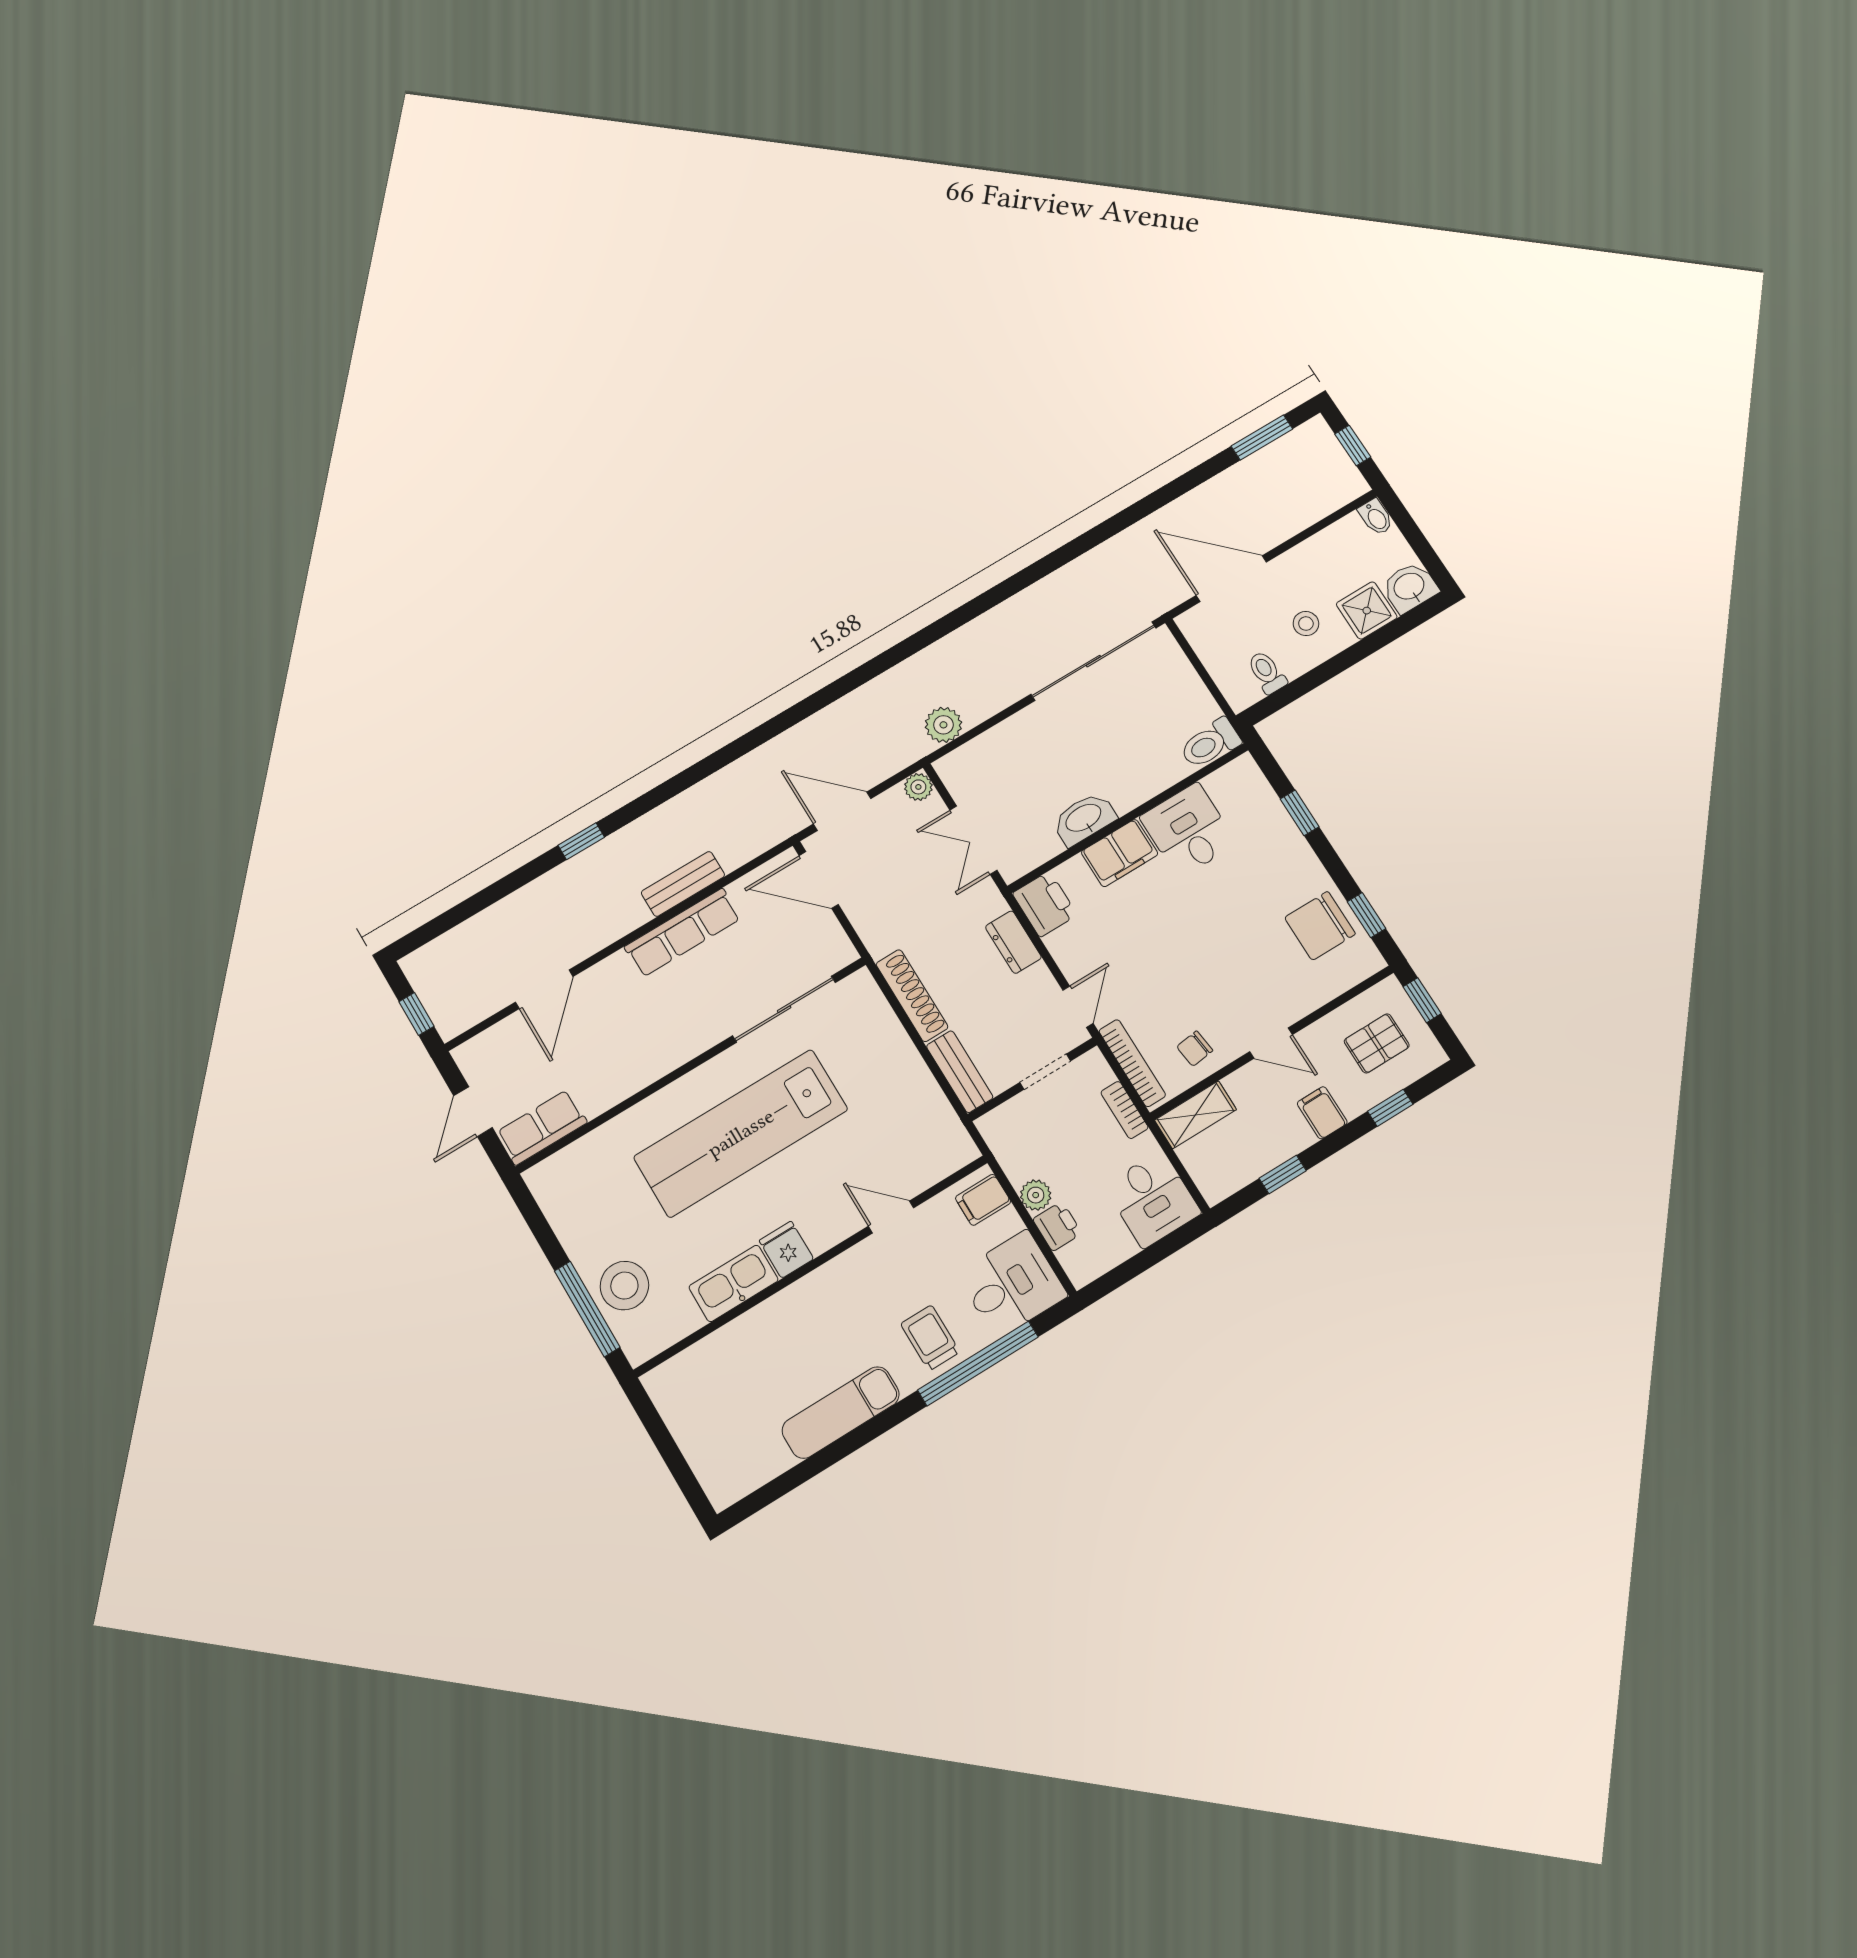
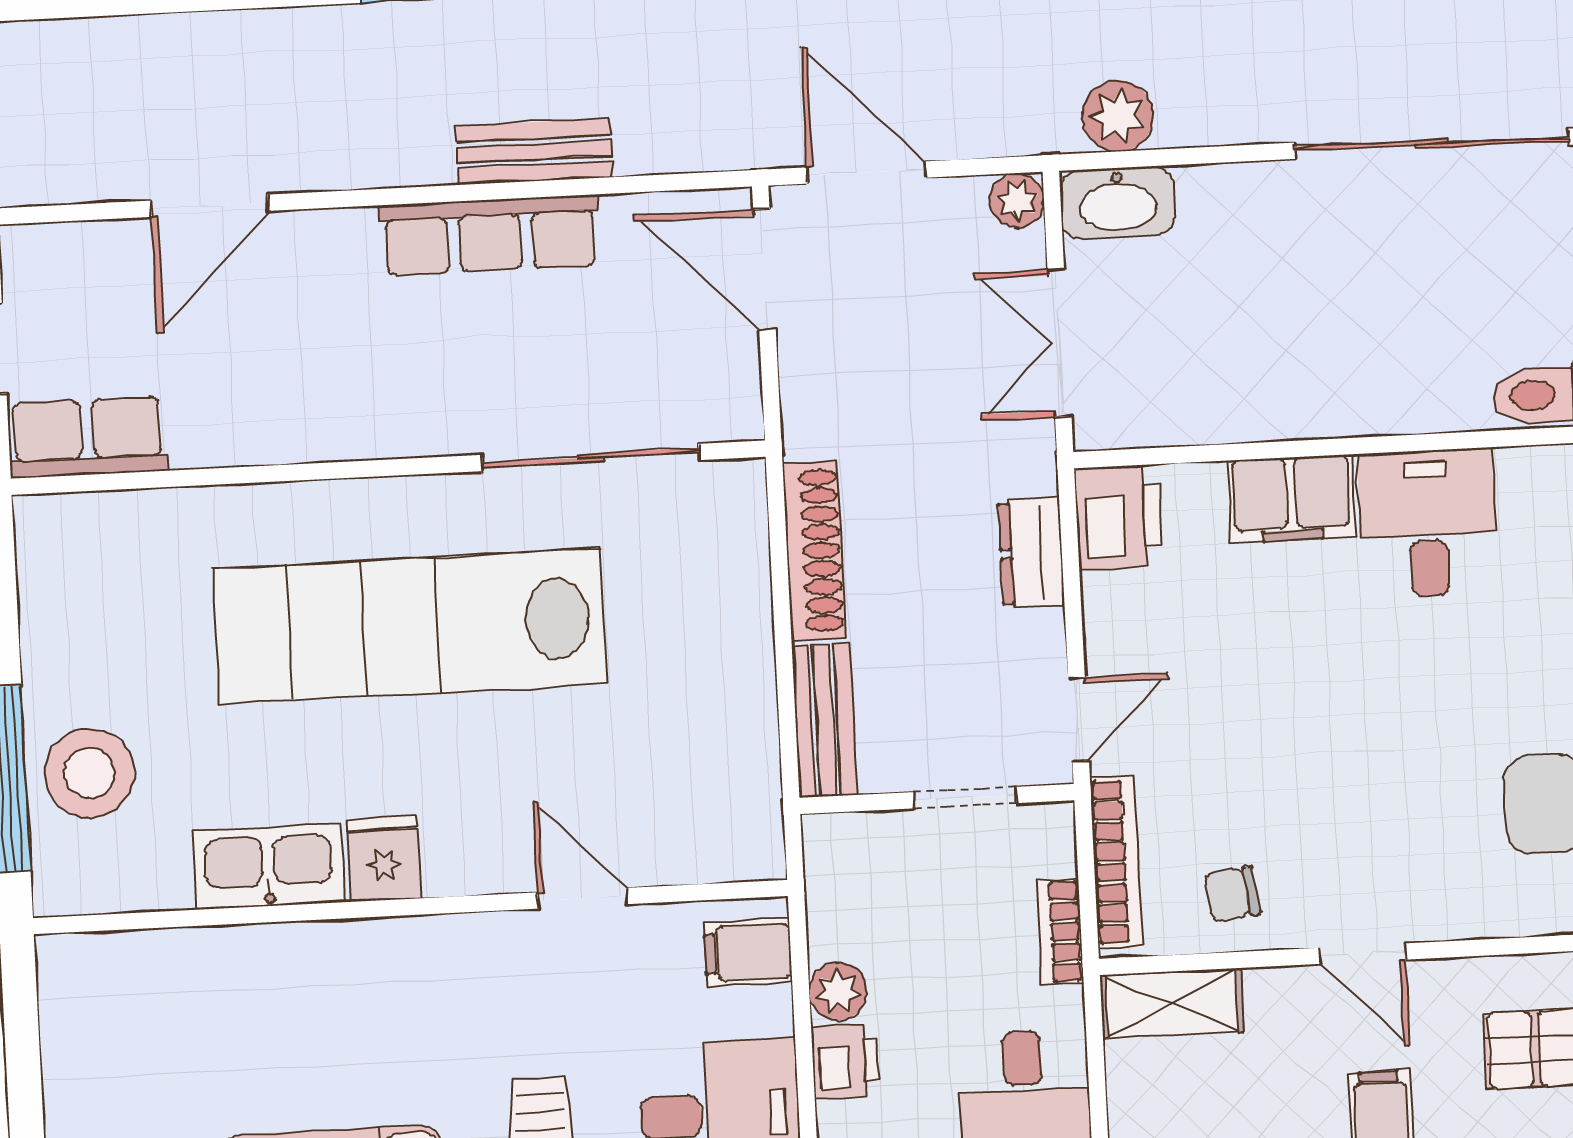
washbasin: (1084, 819) -> (1118, 203), moved, turned 180

